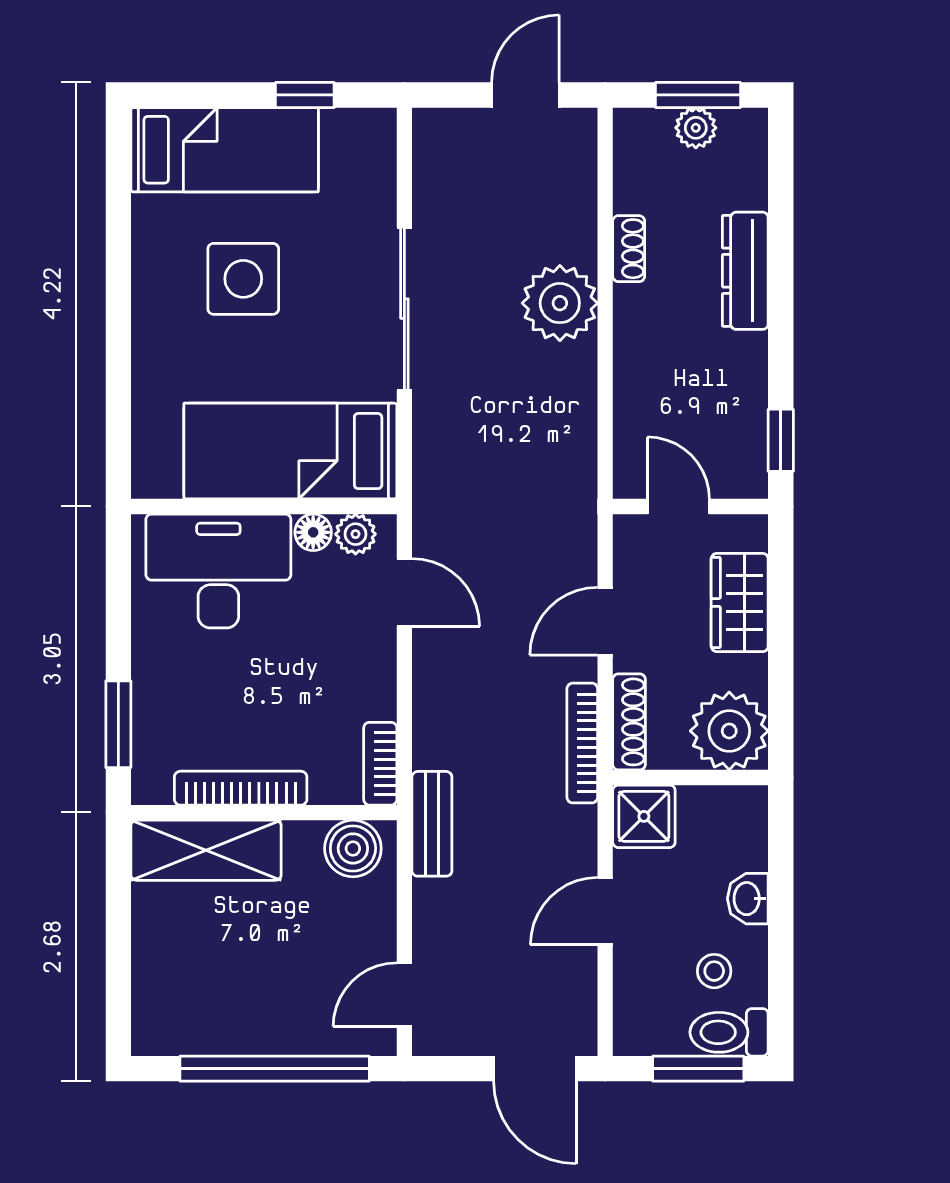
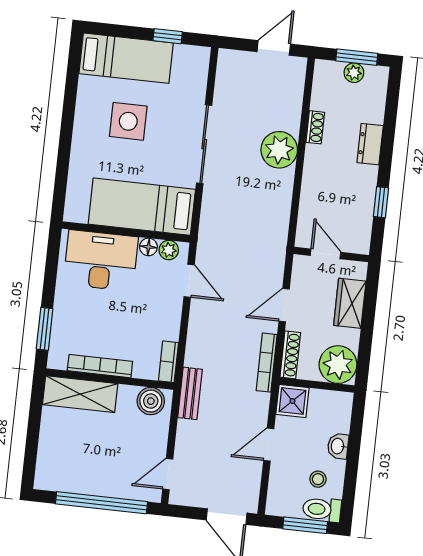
dresser: (745, 271) -> (370, 144), width x0.70
window: (781, 440) -> (381, 202), moved

